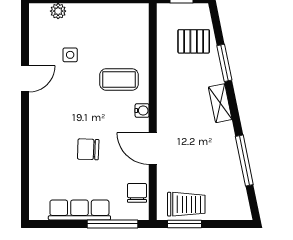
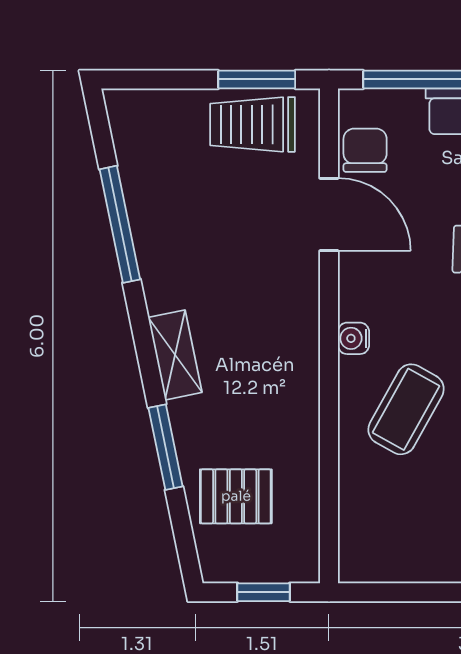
coffee table: (119, 79) -> (406, 409), turned -61
door: (153, 149) -> (329, 214), moved
chair: (137, 193) -> (365, 150), turned 180

